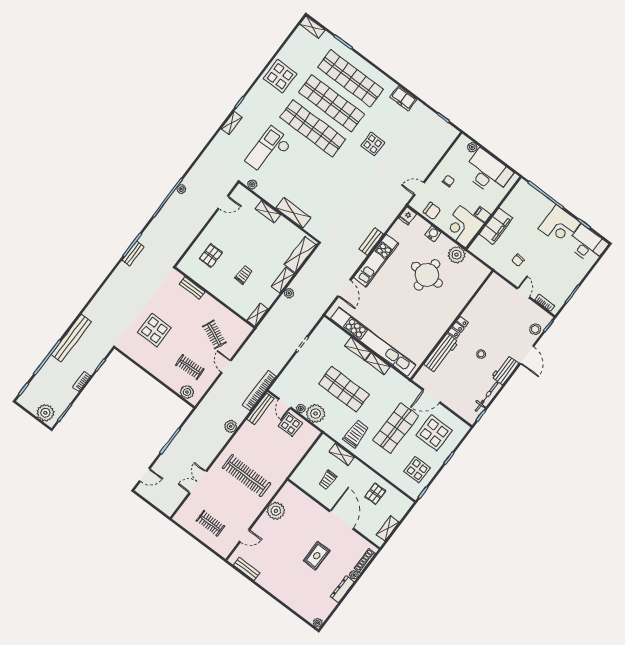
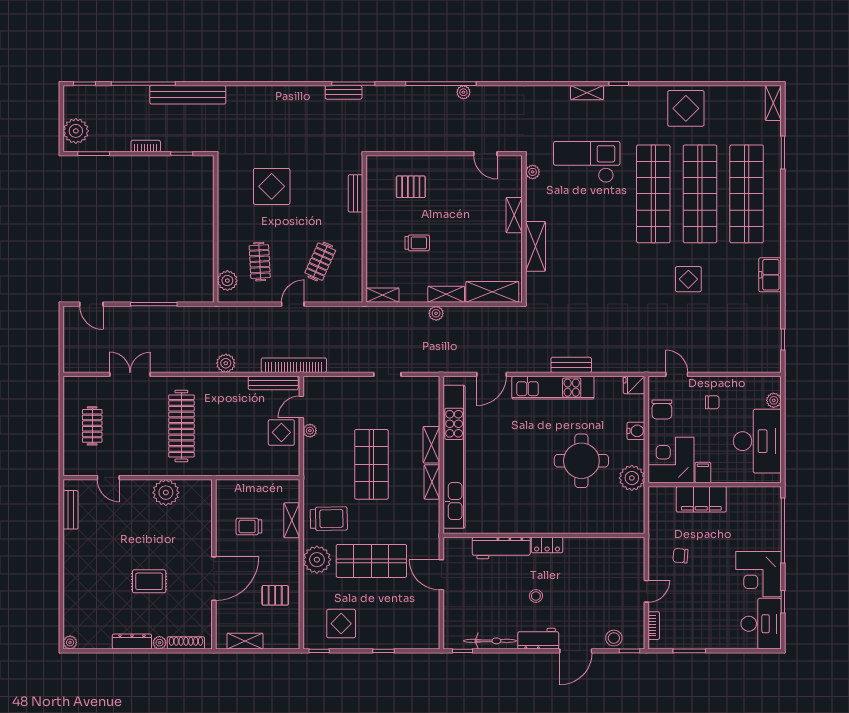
plant: (316, 414) -> (317, 560), moved
display table: (434, 433) -> (400, 611), removed

